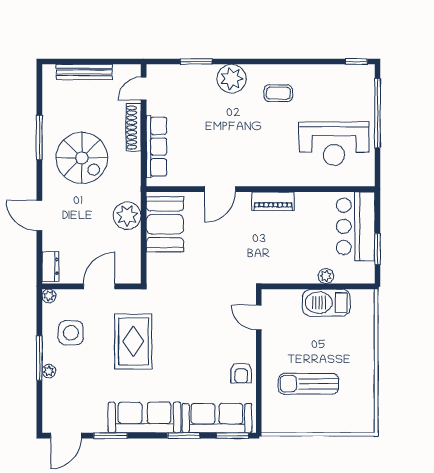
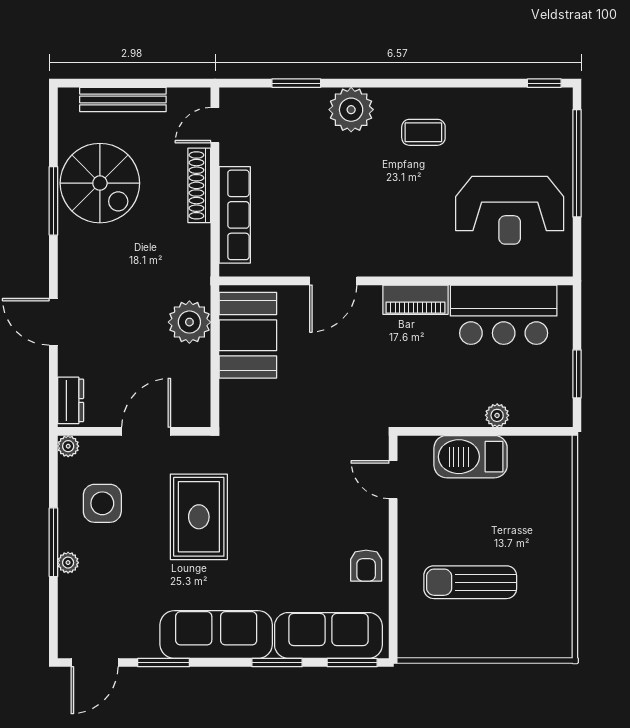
spiral stairs: (82, 158) -> (100, 183), moved
bar counter: (356, 226) -> (504, 315), moved, turned -90
barbecue: (326, 303) -> (471, 457), moved

